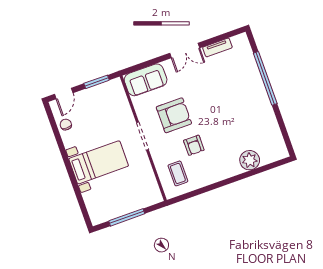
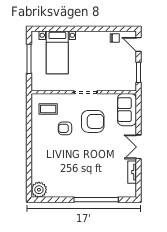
armchair: (174, 115) -> (93, 121), turned -90
plant: (250, 160) -> (39, 190), moved
bed with nightstands: (99, 162) -> (57, 52), moved

